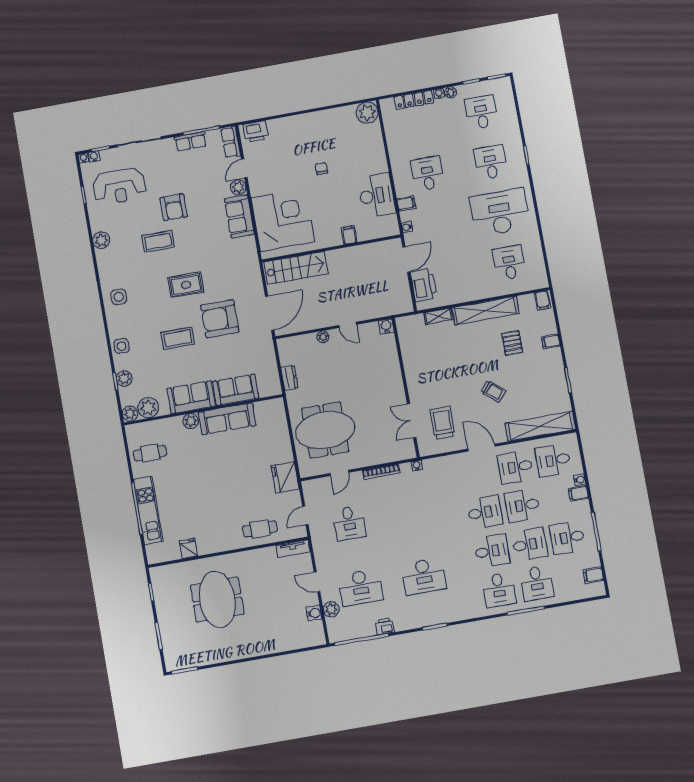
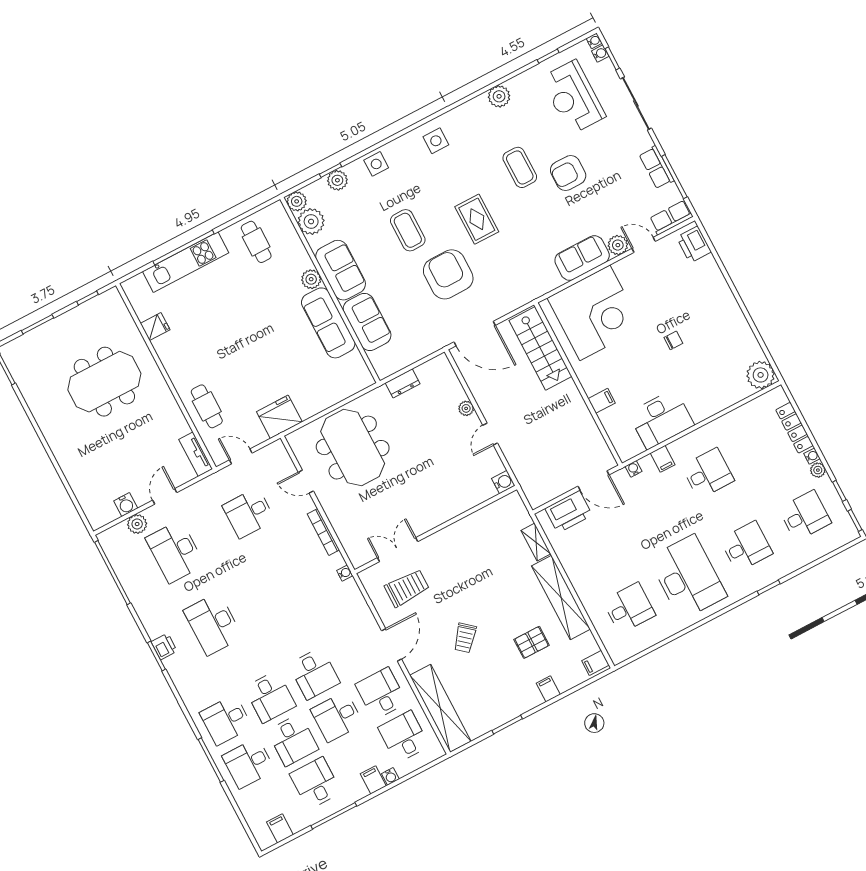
desk: (523, 506) -> (337, 717), turned -90
printer: (385, 626) -> (164, 646), moved

